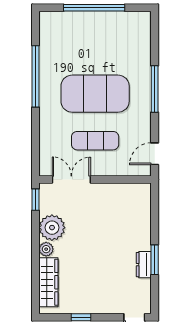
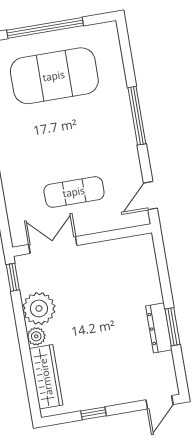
exercise mat: (95, 94) -> (54, 76), moved
dresser: (144, 265) -> (159, 328), width x1.44

